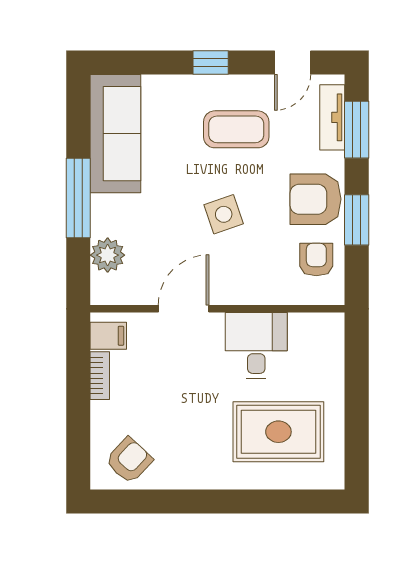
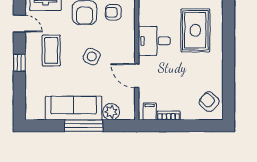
sofa: (115, 134) -> (74, 108), moved
side table: (224, 214) -> (92, 56), turned 45

